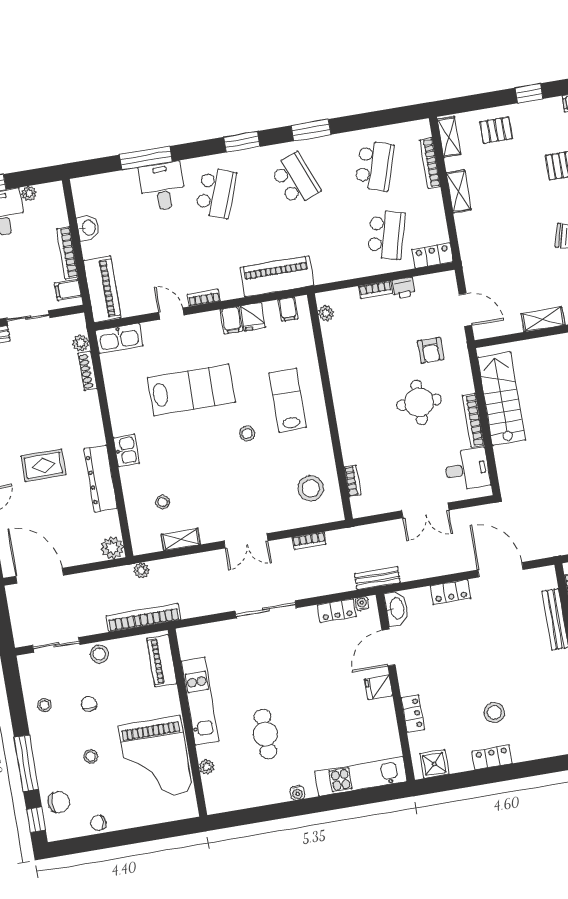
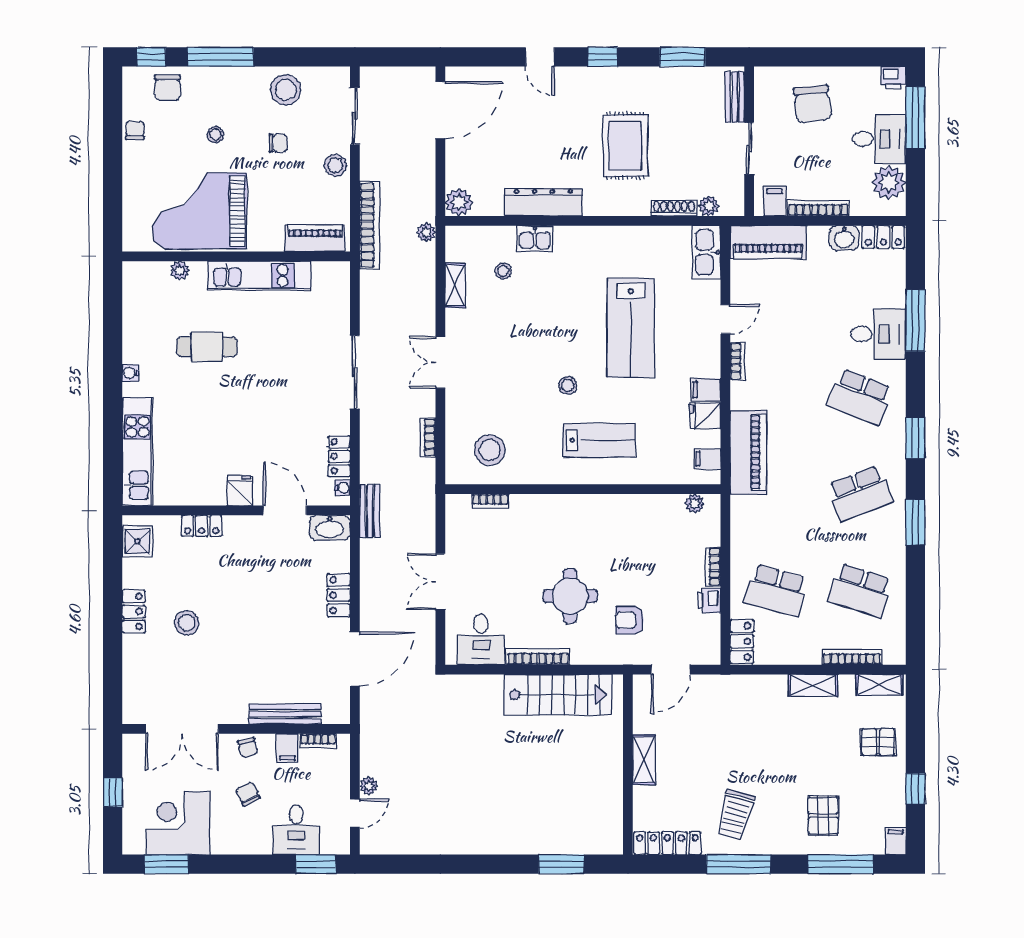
pallet: (496, 130) -> (878, 742), turned 90
plant: (29, 193) -> (889, 182), width x1.88, depth x1.88
locker: (82, 196) -> (883, 237), added
kitchen sink: (126, 450) -> (535, 239), moved
rug: (43, 465) -> (625, 146), moved, width x1.36, depth x1.43
stool: (44, 705) -> (286, 90), width x1.89, depth x1.89

